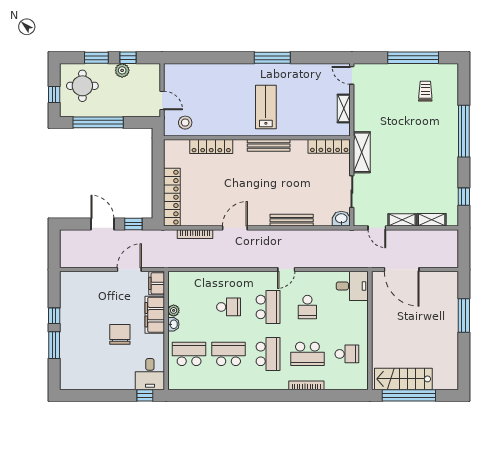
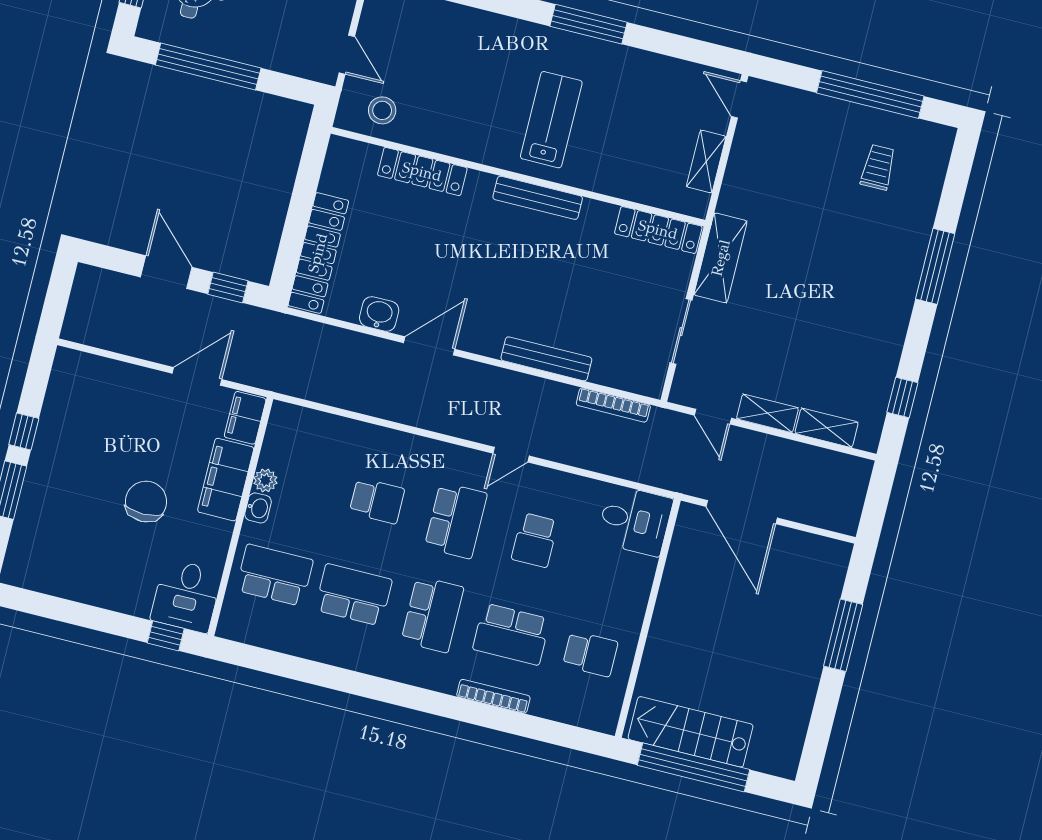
window: (464, 131) -> (935, 266), width x0.68
washbasin: (341, 219) -> (379, 314), moved
bookcase: (195, 234) -> (613, 405), moved

